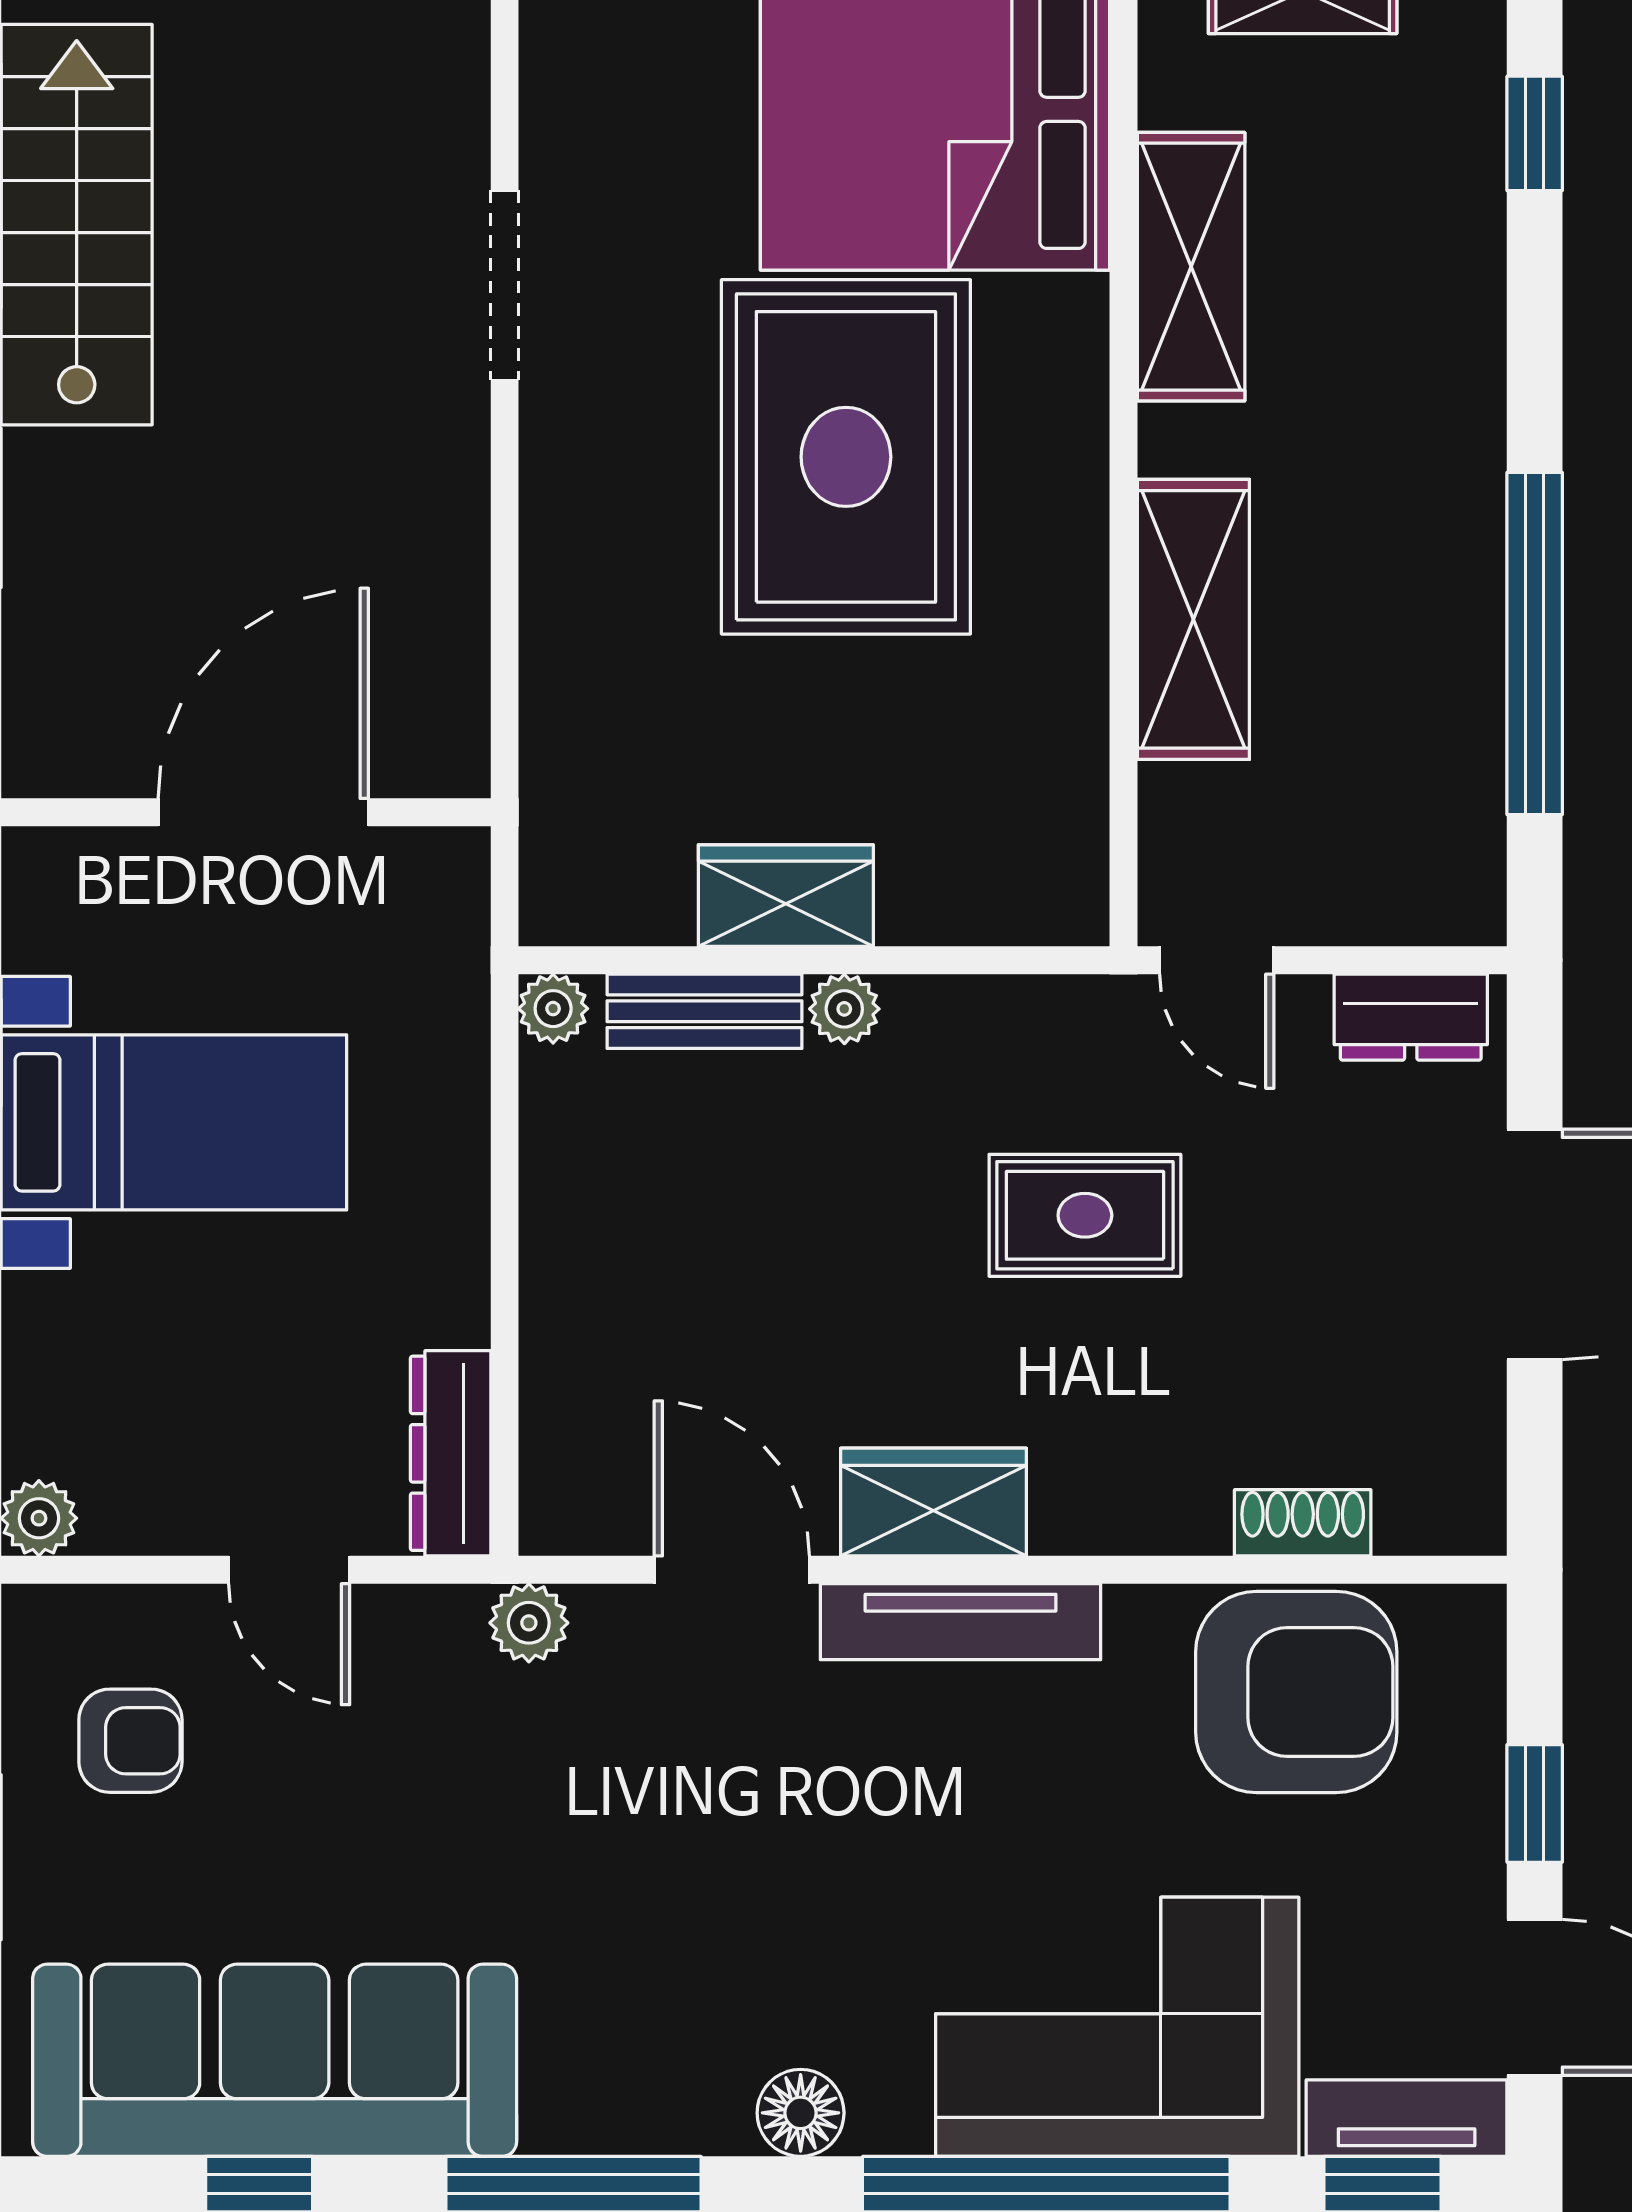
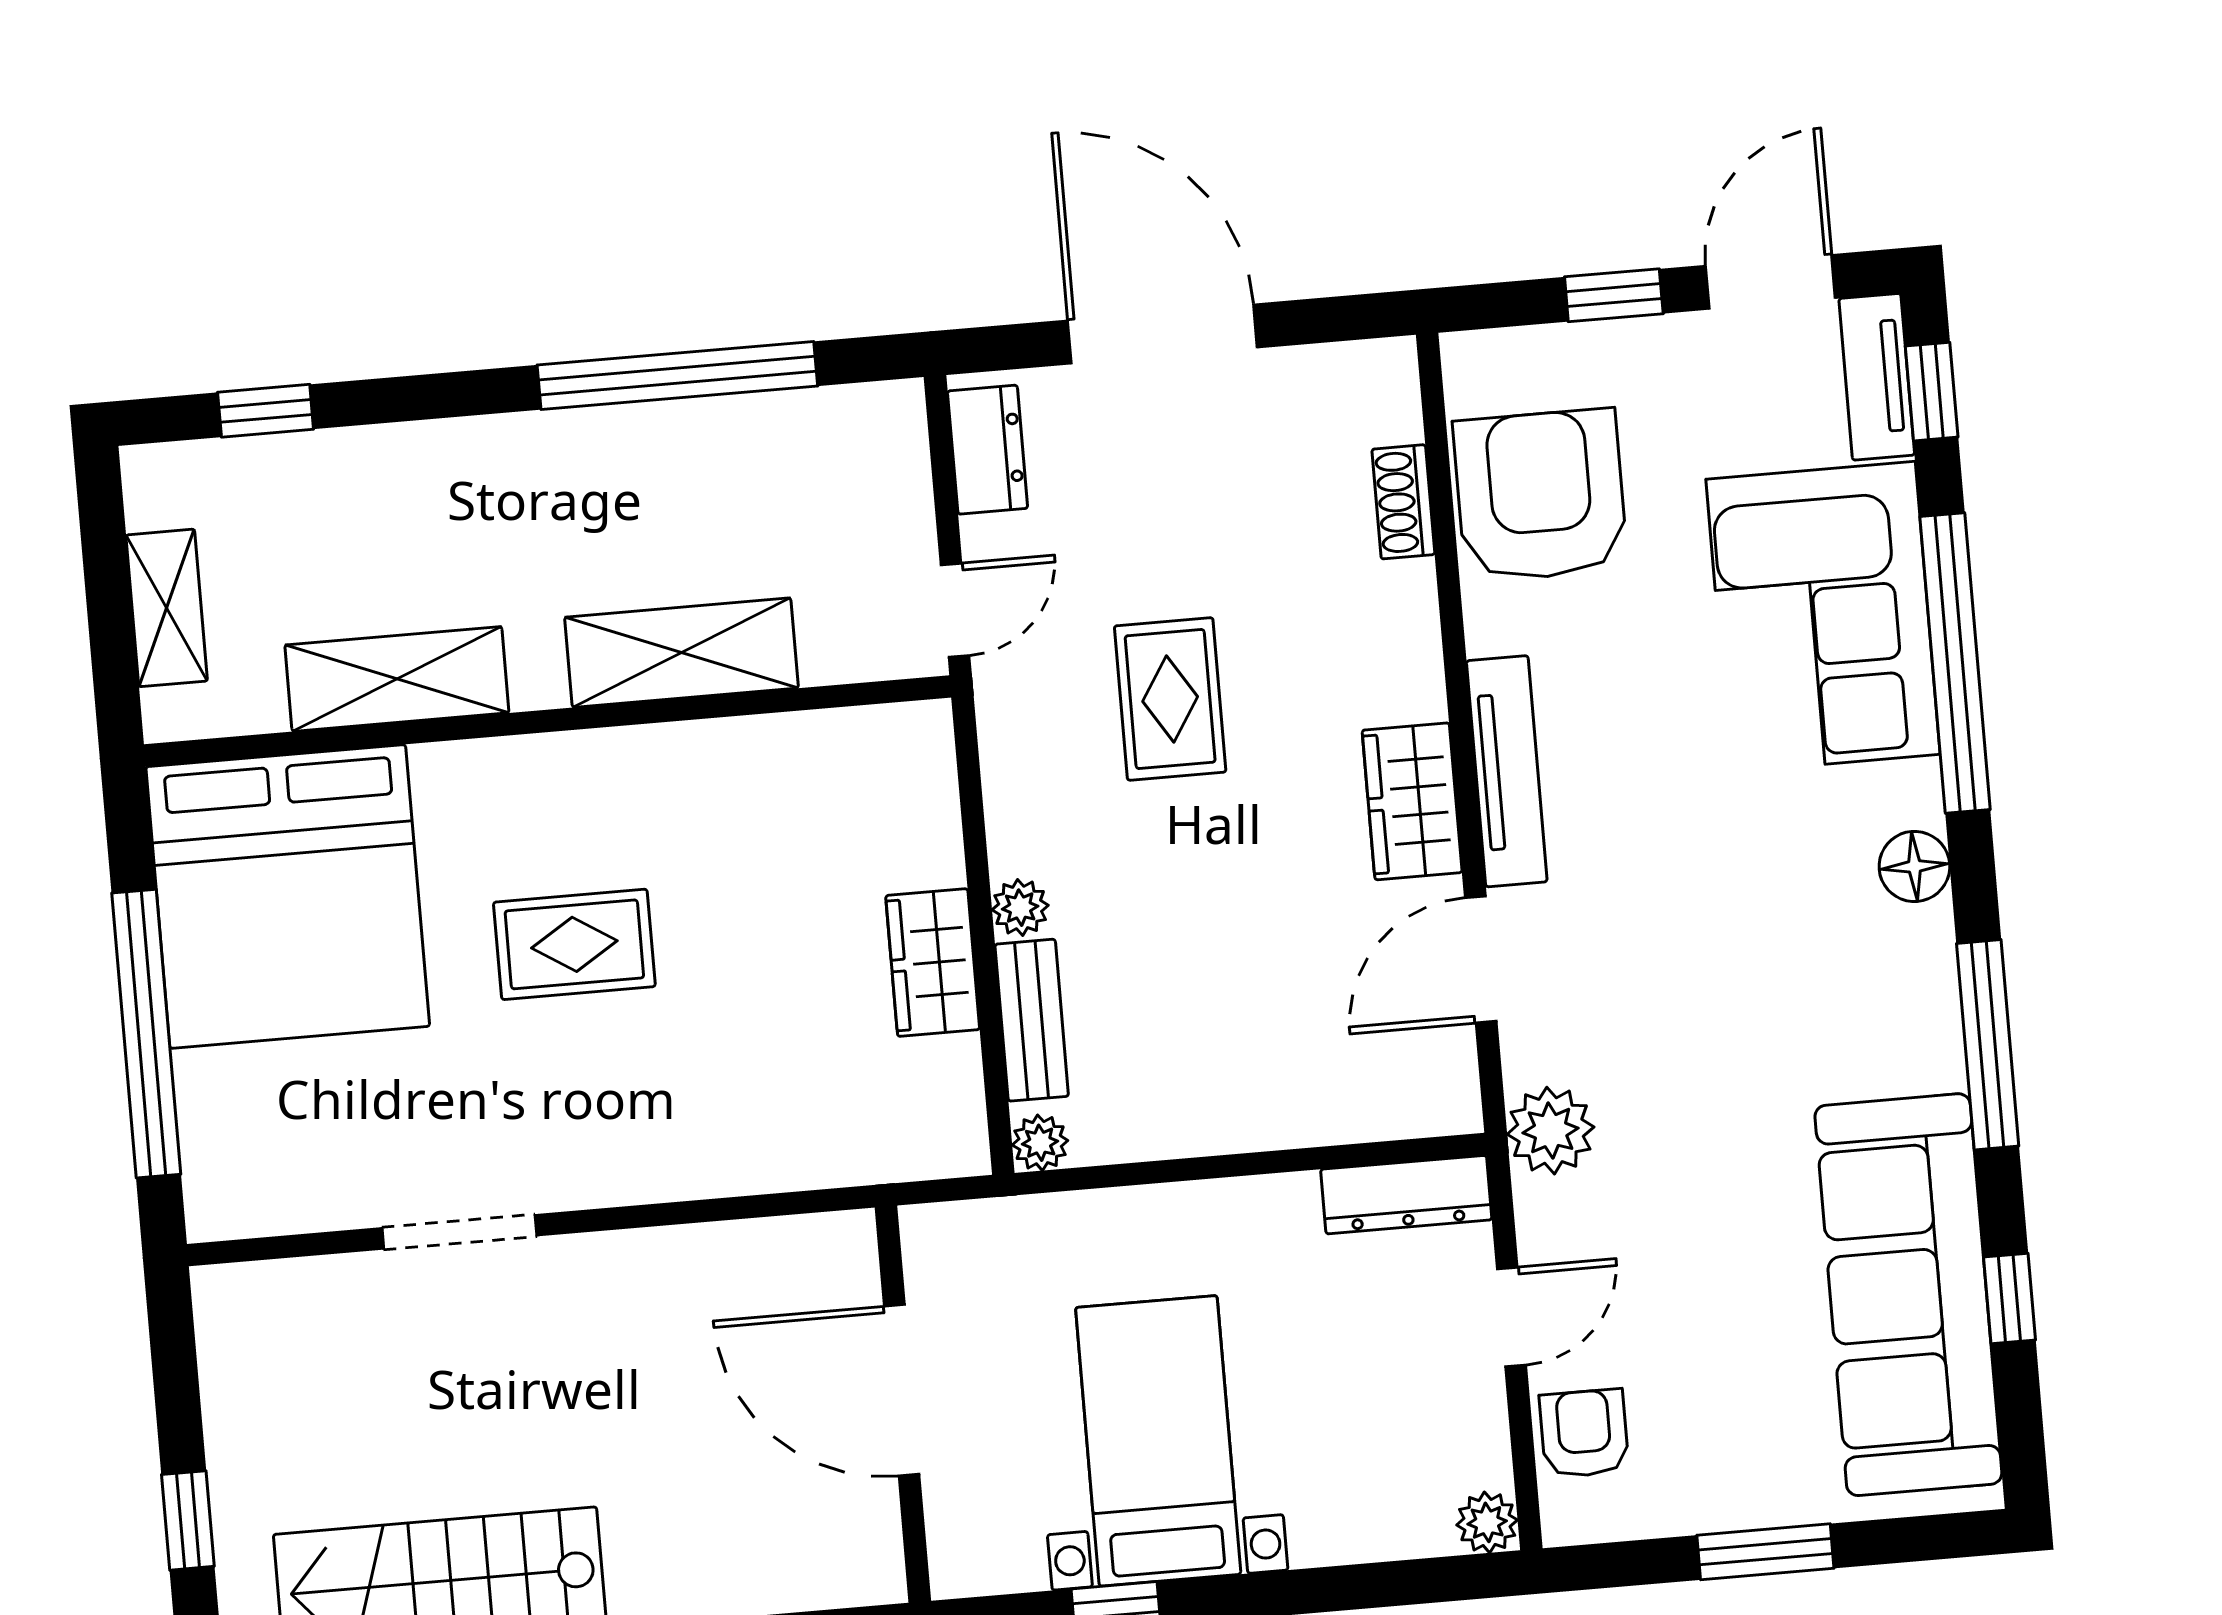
rug: (846, 457) -> (574, 944), width x0.54, depth x0.49
plant: (529, 1623) -> (1551, 1131), width x1.38, depth x1.38
armchair: (130, 1741) -> (1584, 1433), moved

